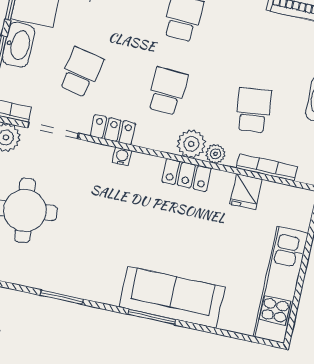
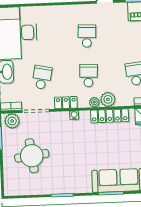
plant: (215, 154) -> (94, 102), moved
locker: (186, 175) -> (110, 116), width x1.53

